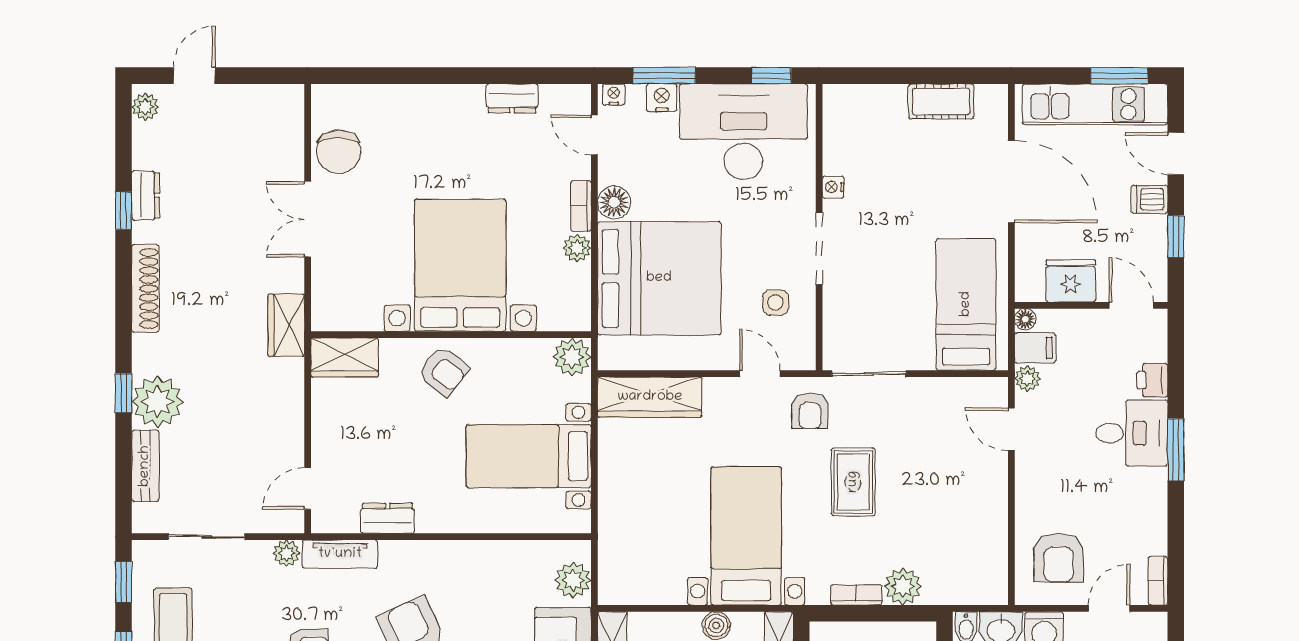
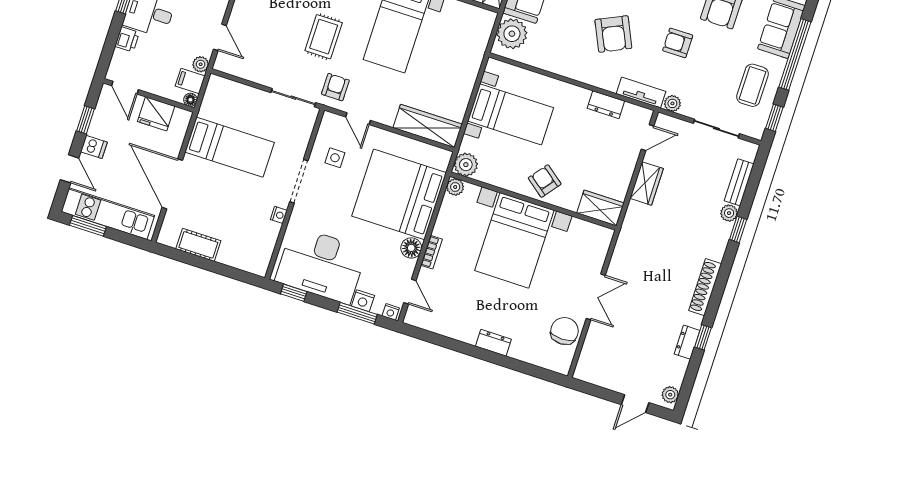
dresser: (512, 98) -> (493, 343), moved
plant: (577, 248) -> (455, 187), moved
bed: (966, 304) -> (230, 147), moved, turned -90
wardrobe: (286, 325) -> (647, 183), moved
plant: (158, 402) -> (729, 213), width x0.53, depth x0.53
plant: (573, 580) -> (512, 34), width x1.36, depth x1.36

